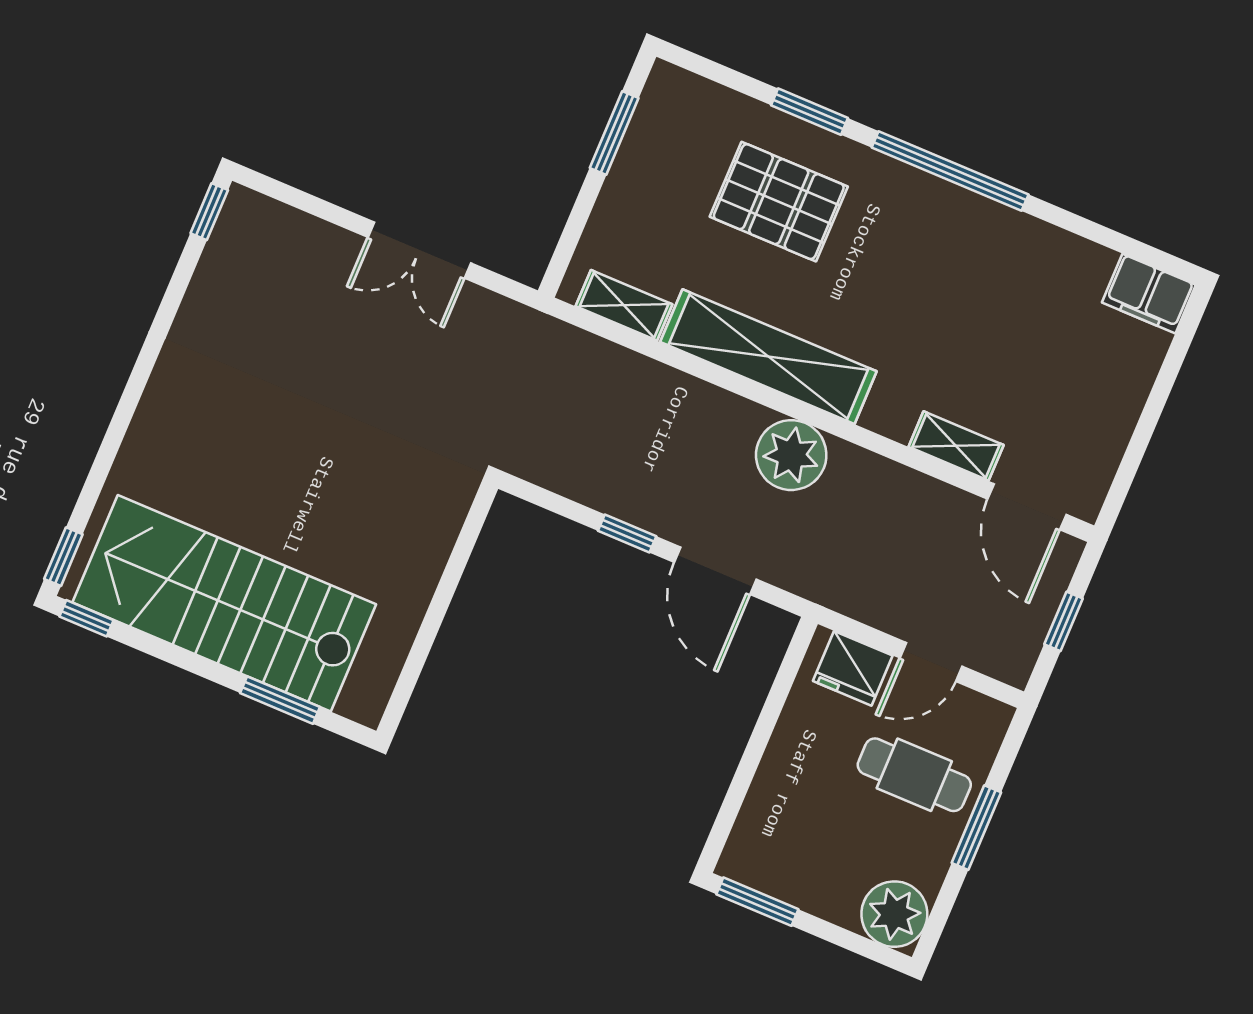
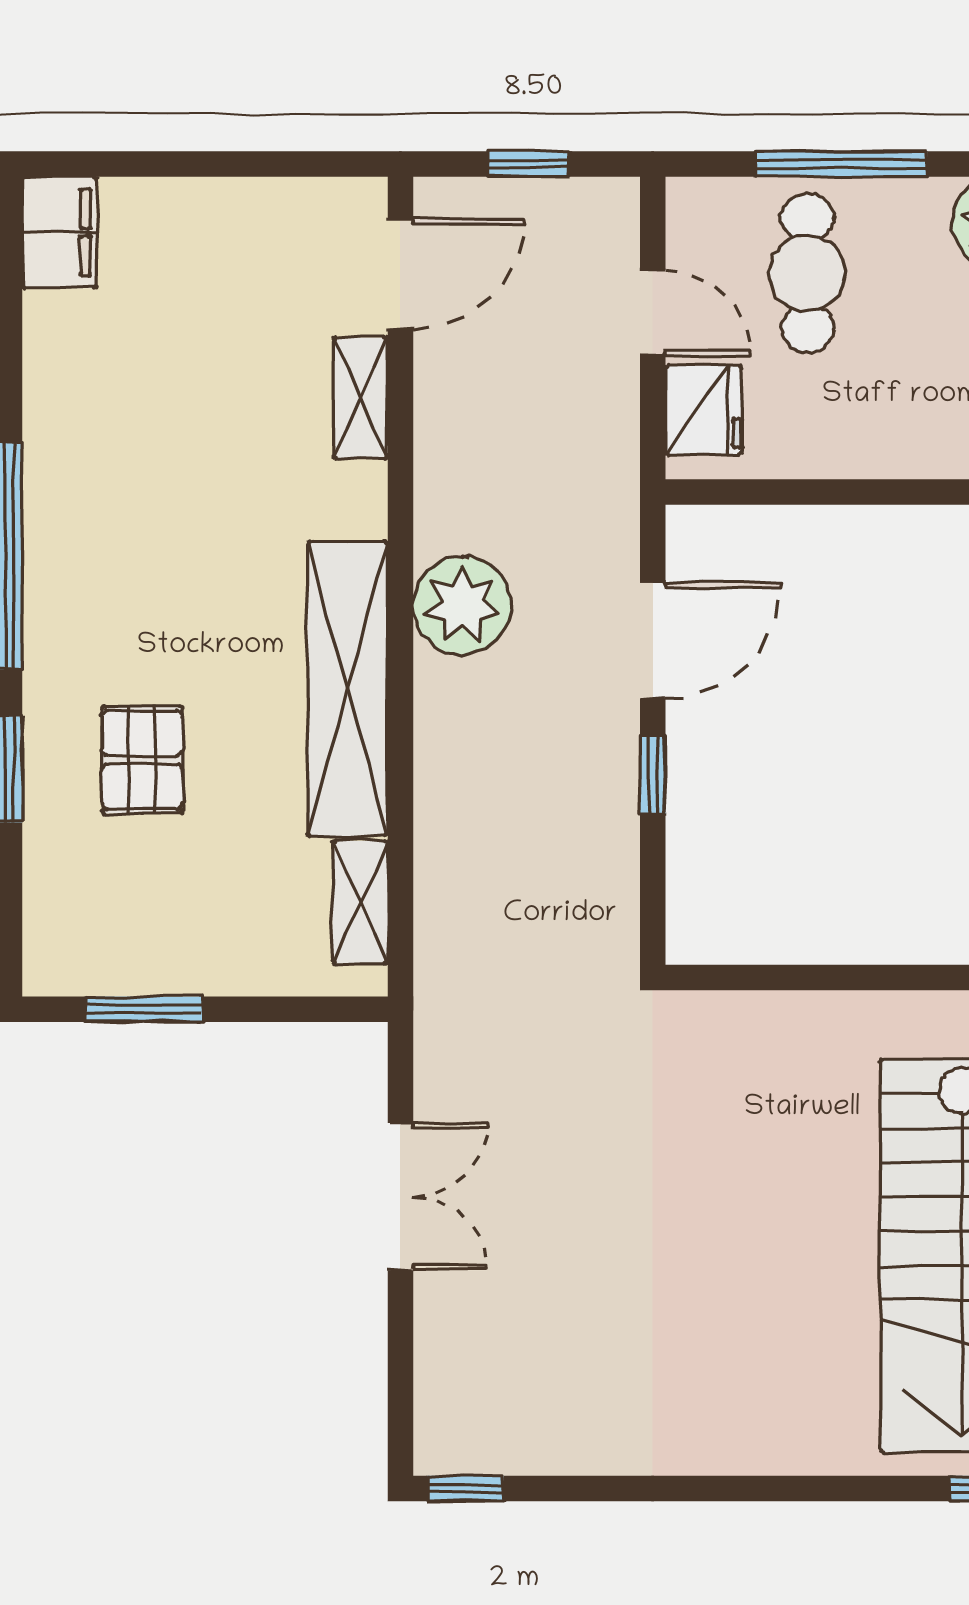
pallet: (779, 202) -> (142, 760), width x0.67, depth x0.71
window: (976, 828) -> (842, 164), width x1.44

